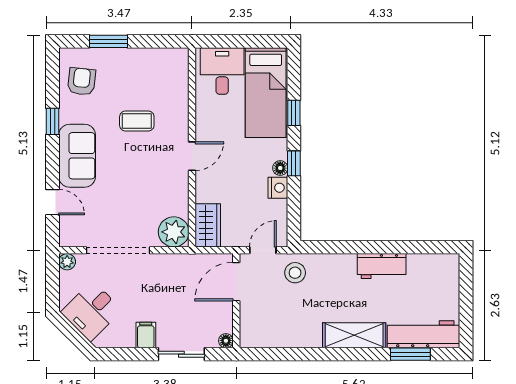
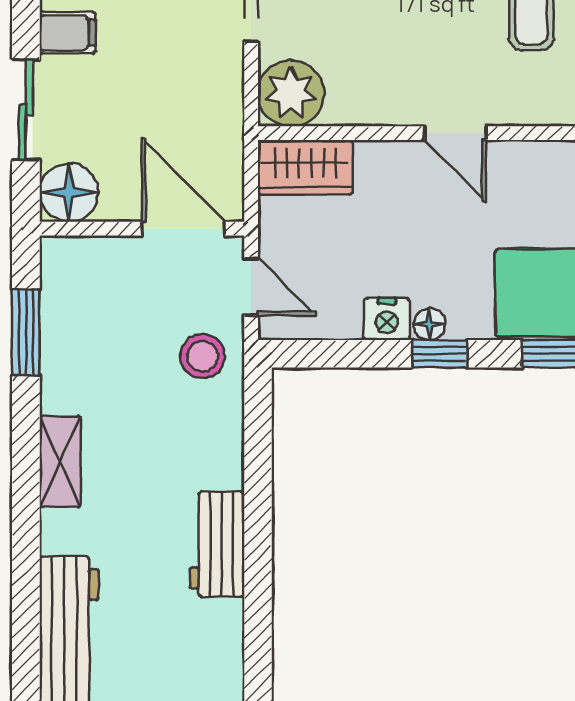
shelving: (354, 335) -> (60, 461), width x0.67, depth x0.75
floor lamp: (226, 341) -> (69, 193), width x1.89, depth x1.89
window: (410, 354) -> (26, 333), moved

